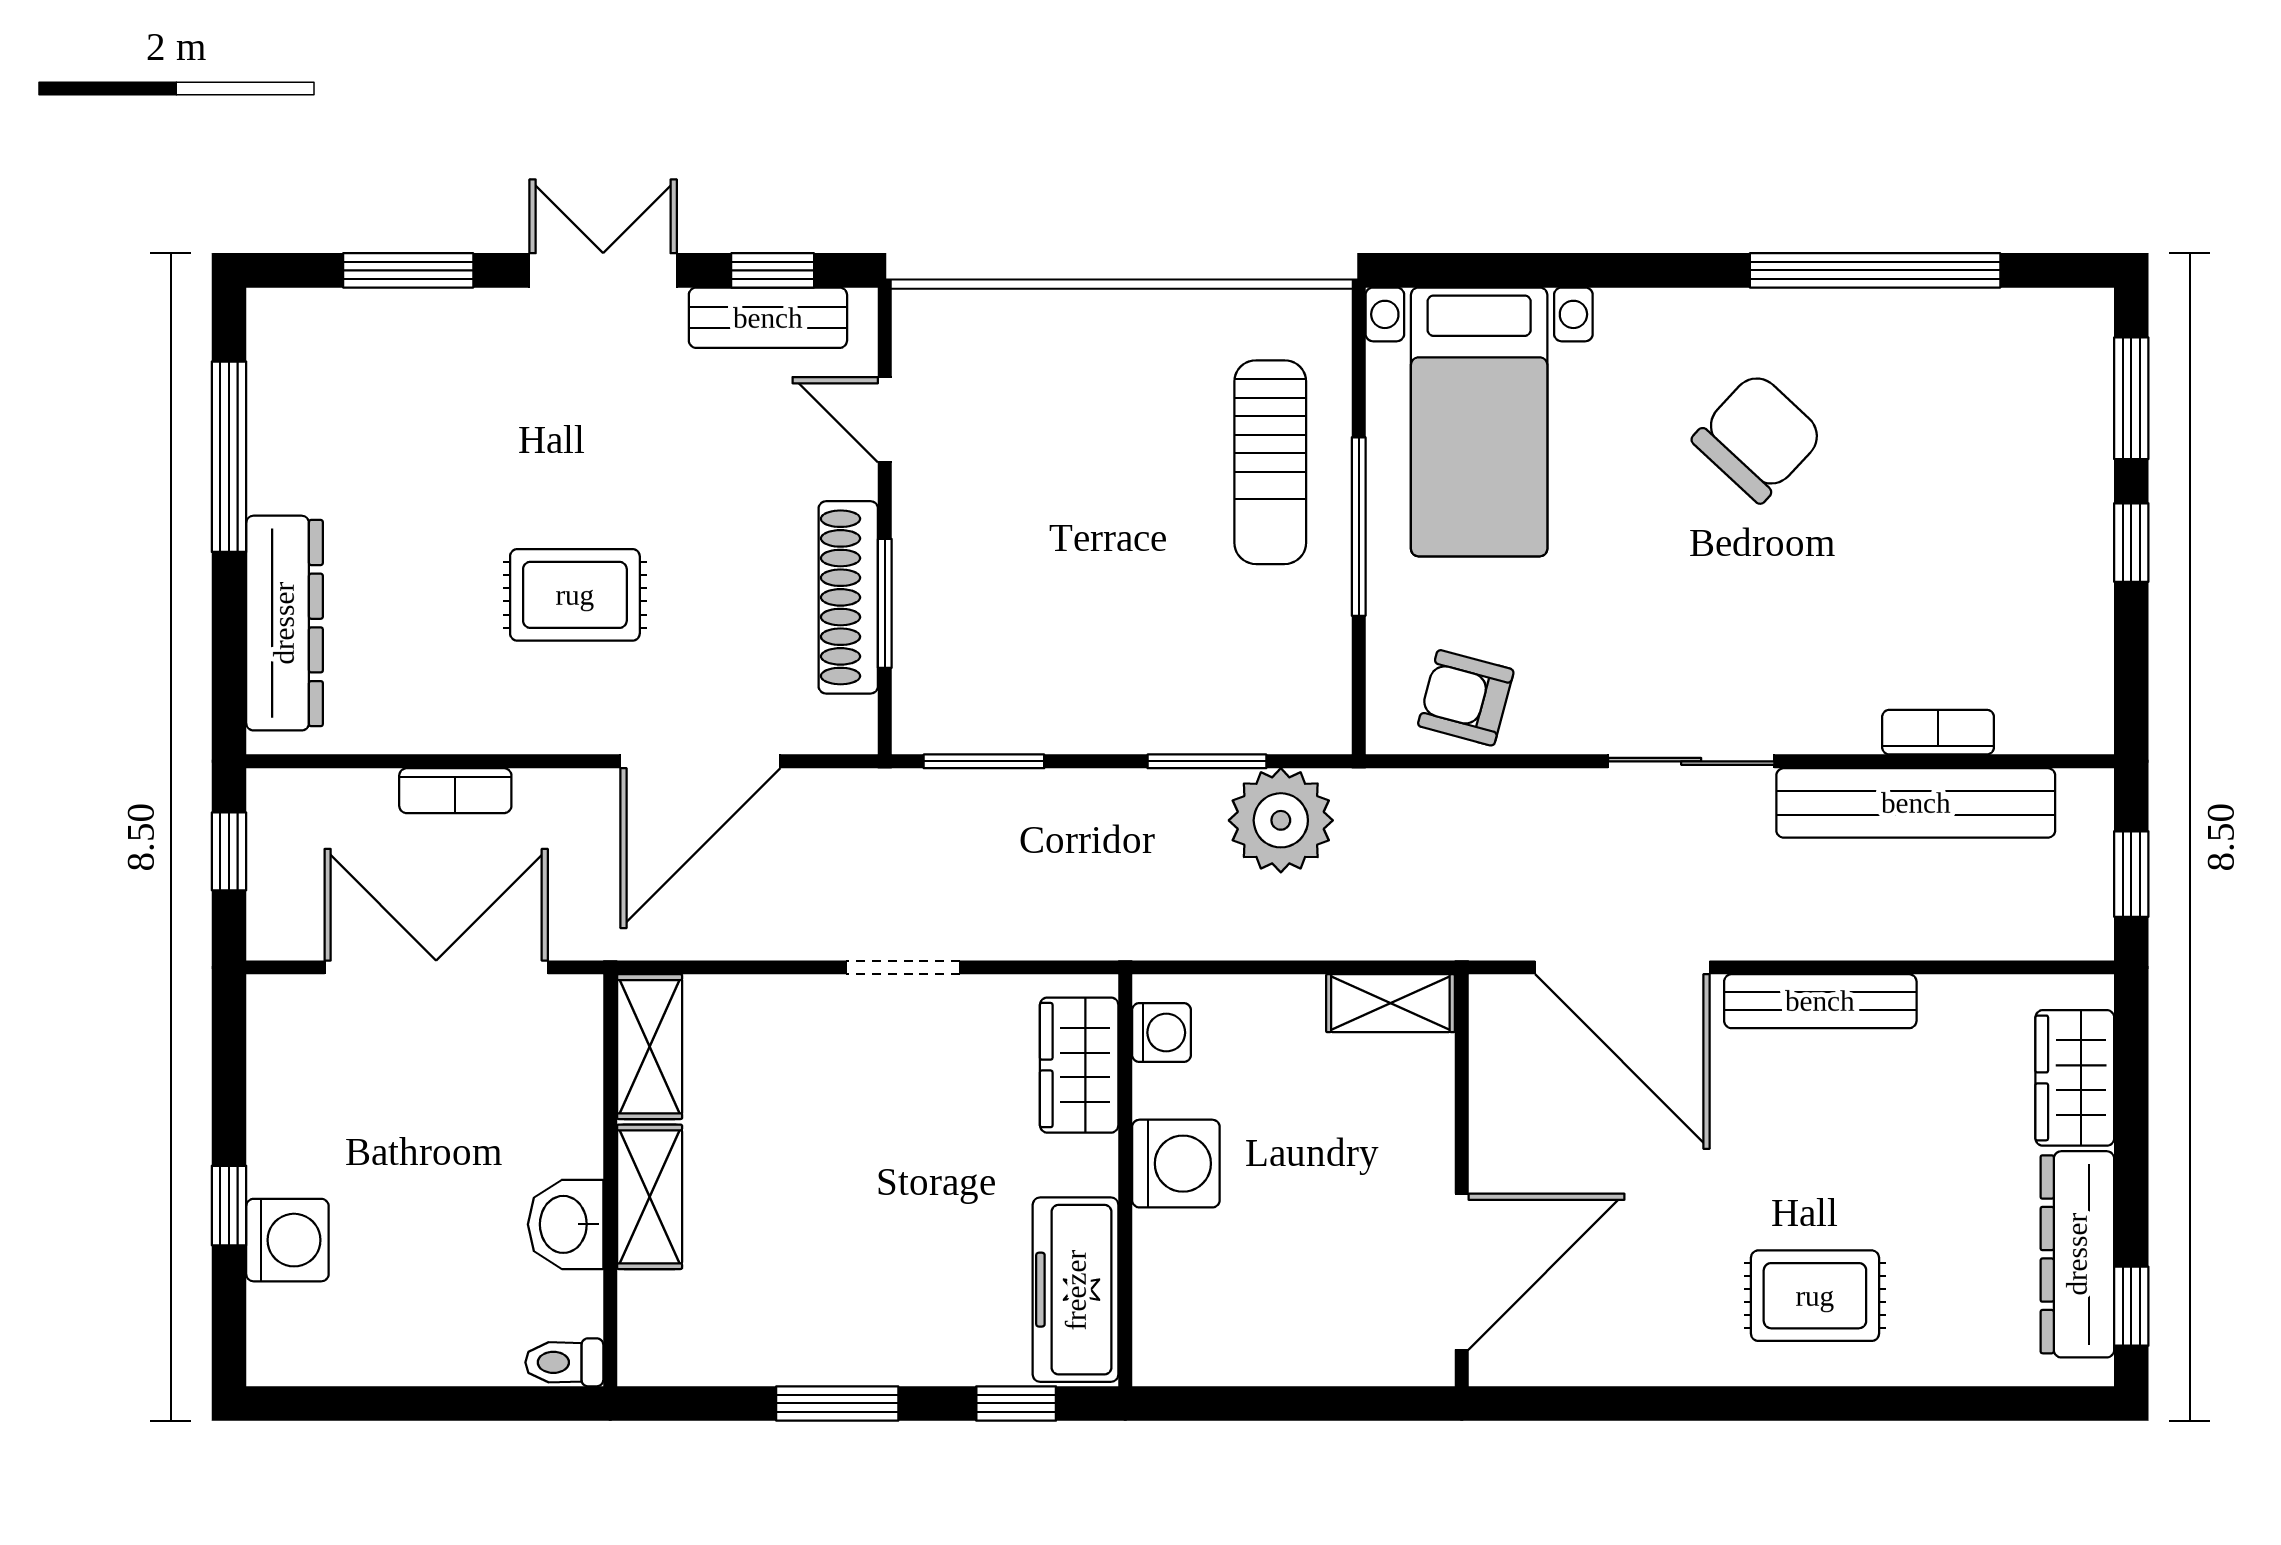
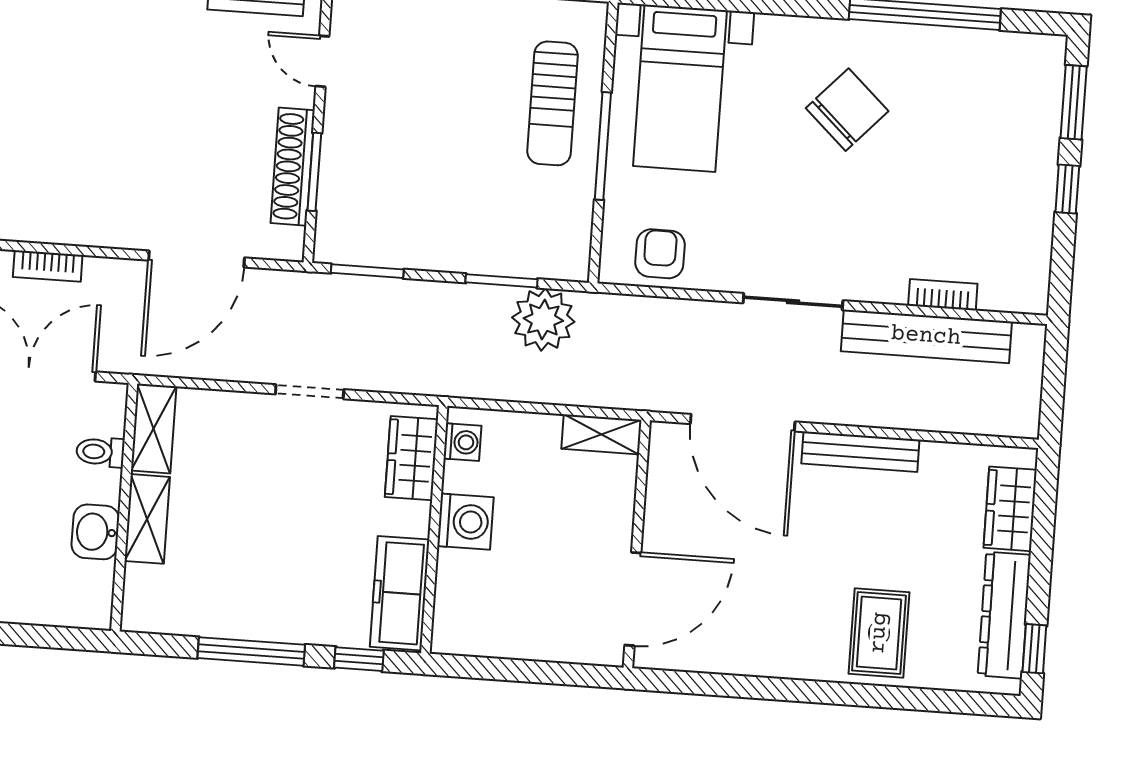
rug: (575, 595) -> (128, 153), removed
armchair: (1466, 698) -> (660, 254), turned 75
window: (2131, 874) -> (1053, 389), removed
rug: (1815, 1296) -> (879, 633), moved, turned 90
toilet: (564, 1362) -> (100, 452), moved
window: (837, 1403) -> (251, 651), width x1.44

